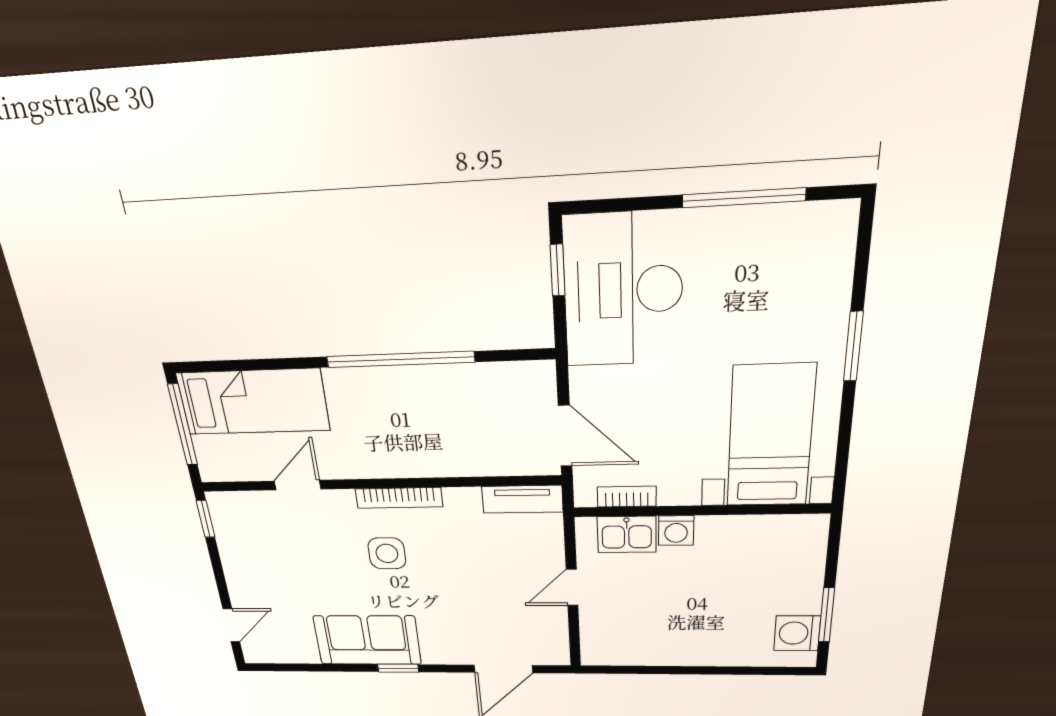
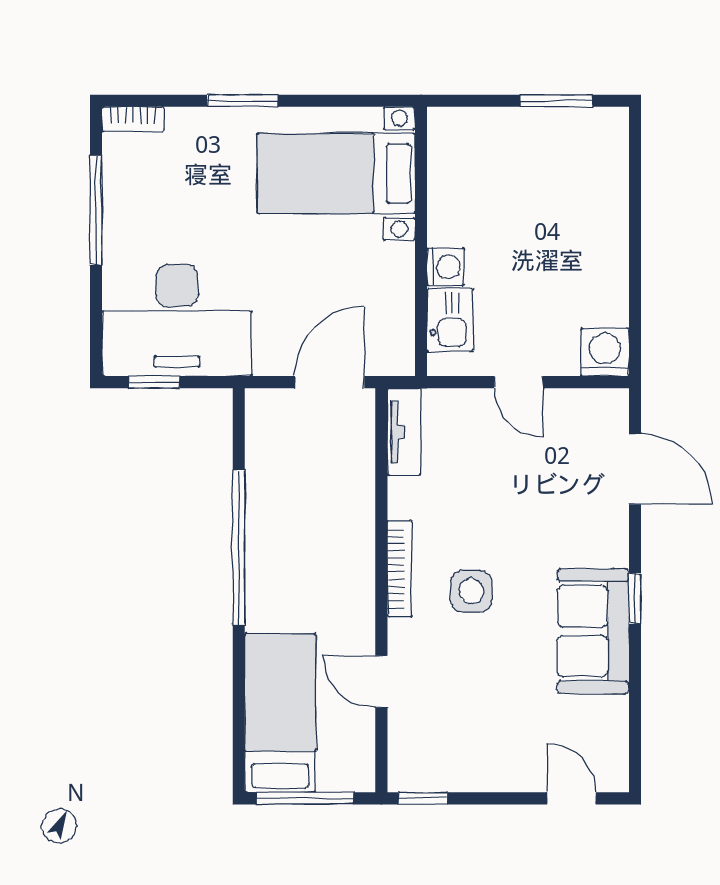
bookcase: (627, 497) -> (133, 119), moved, turned -90
washing machine: (797, 633) -> (605, 352), moved, turned 180

